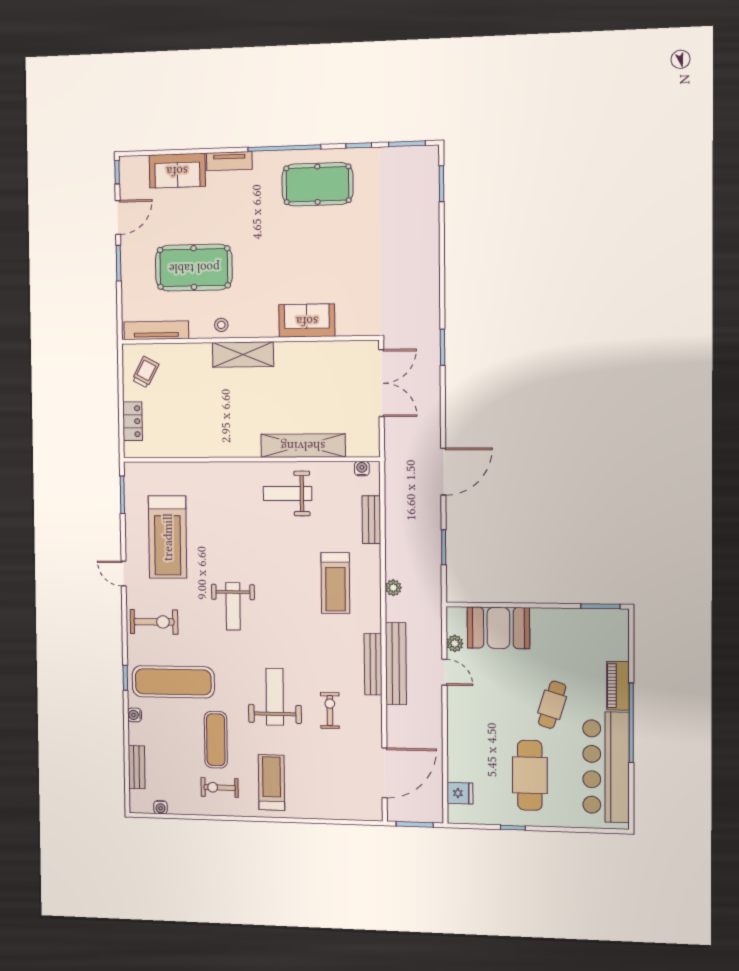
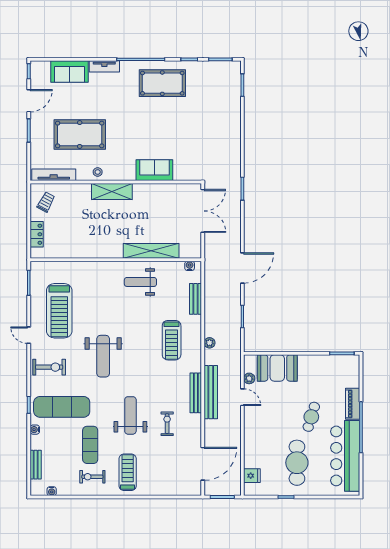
weight bench: (233, 606) -> (103, 356), width x1.36, depth x1.33

